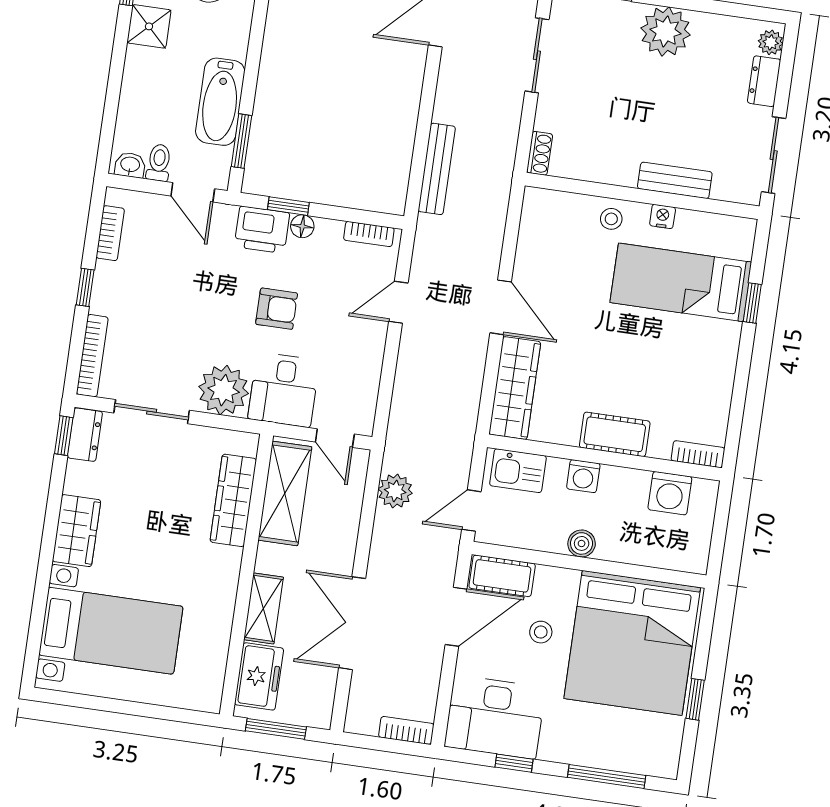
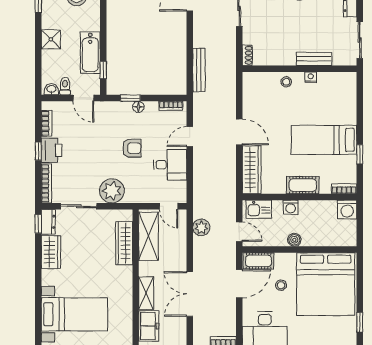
shower: (149, 26) -> (51, 39), moved
window: (241, 141) -> (103, 70), width x0.67
printer: (262, 230) -> (51, 150), moved, turned -90
bed: (681, 282) -> (324, 140), moved
window: (752, 303) -> (360, 154), moved
desk: (284, 390) -> (170, 165), moved, turned -90
washing machine: (670, 493) -> (347, 210), moved
door: (471, 511) -> (239, 232), swing flipped
wardrobe: (77, 531) -> (51, 252), moved
window: (695, 699) -> (360, 322), moved

